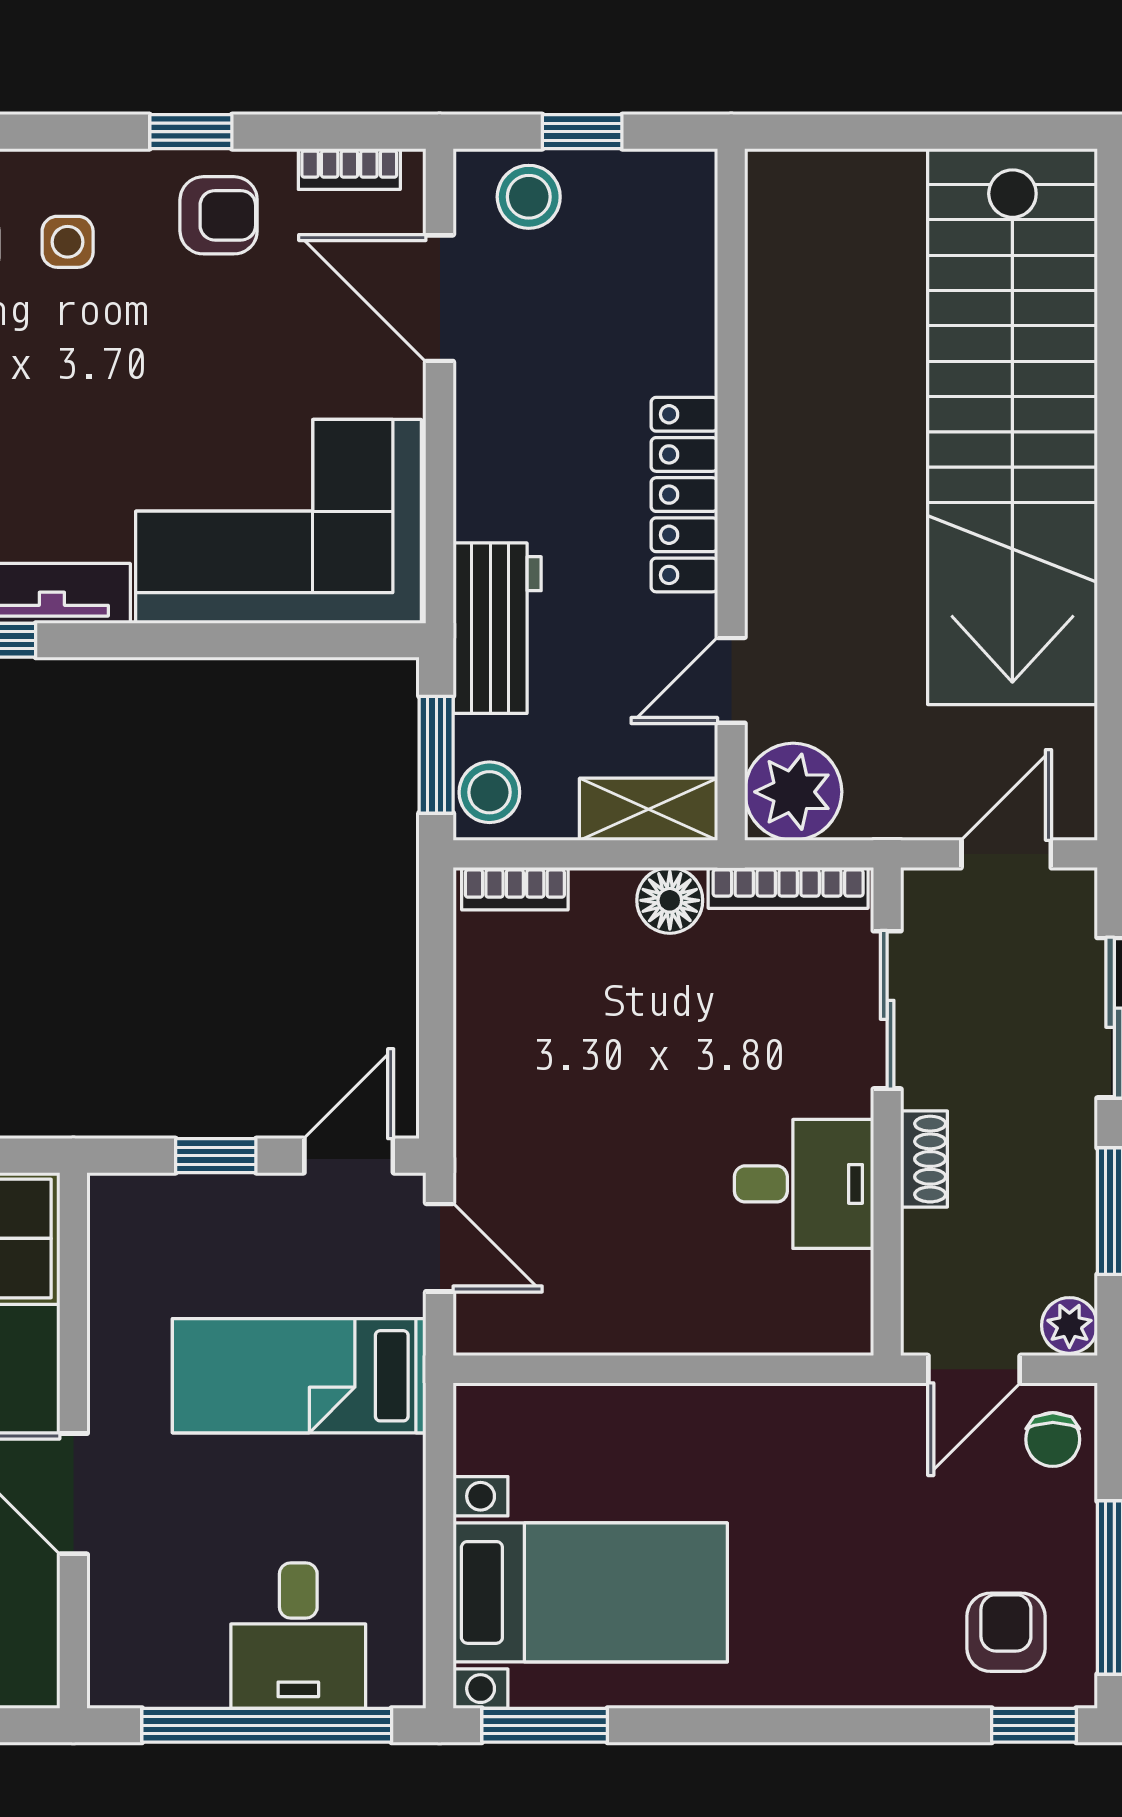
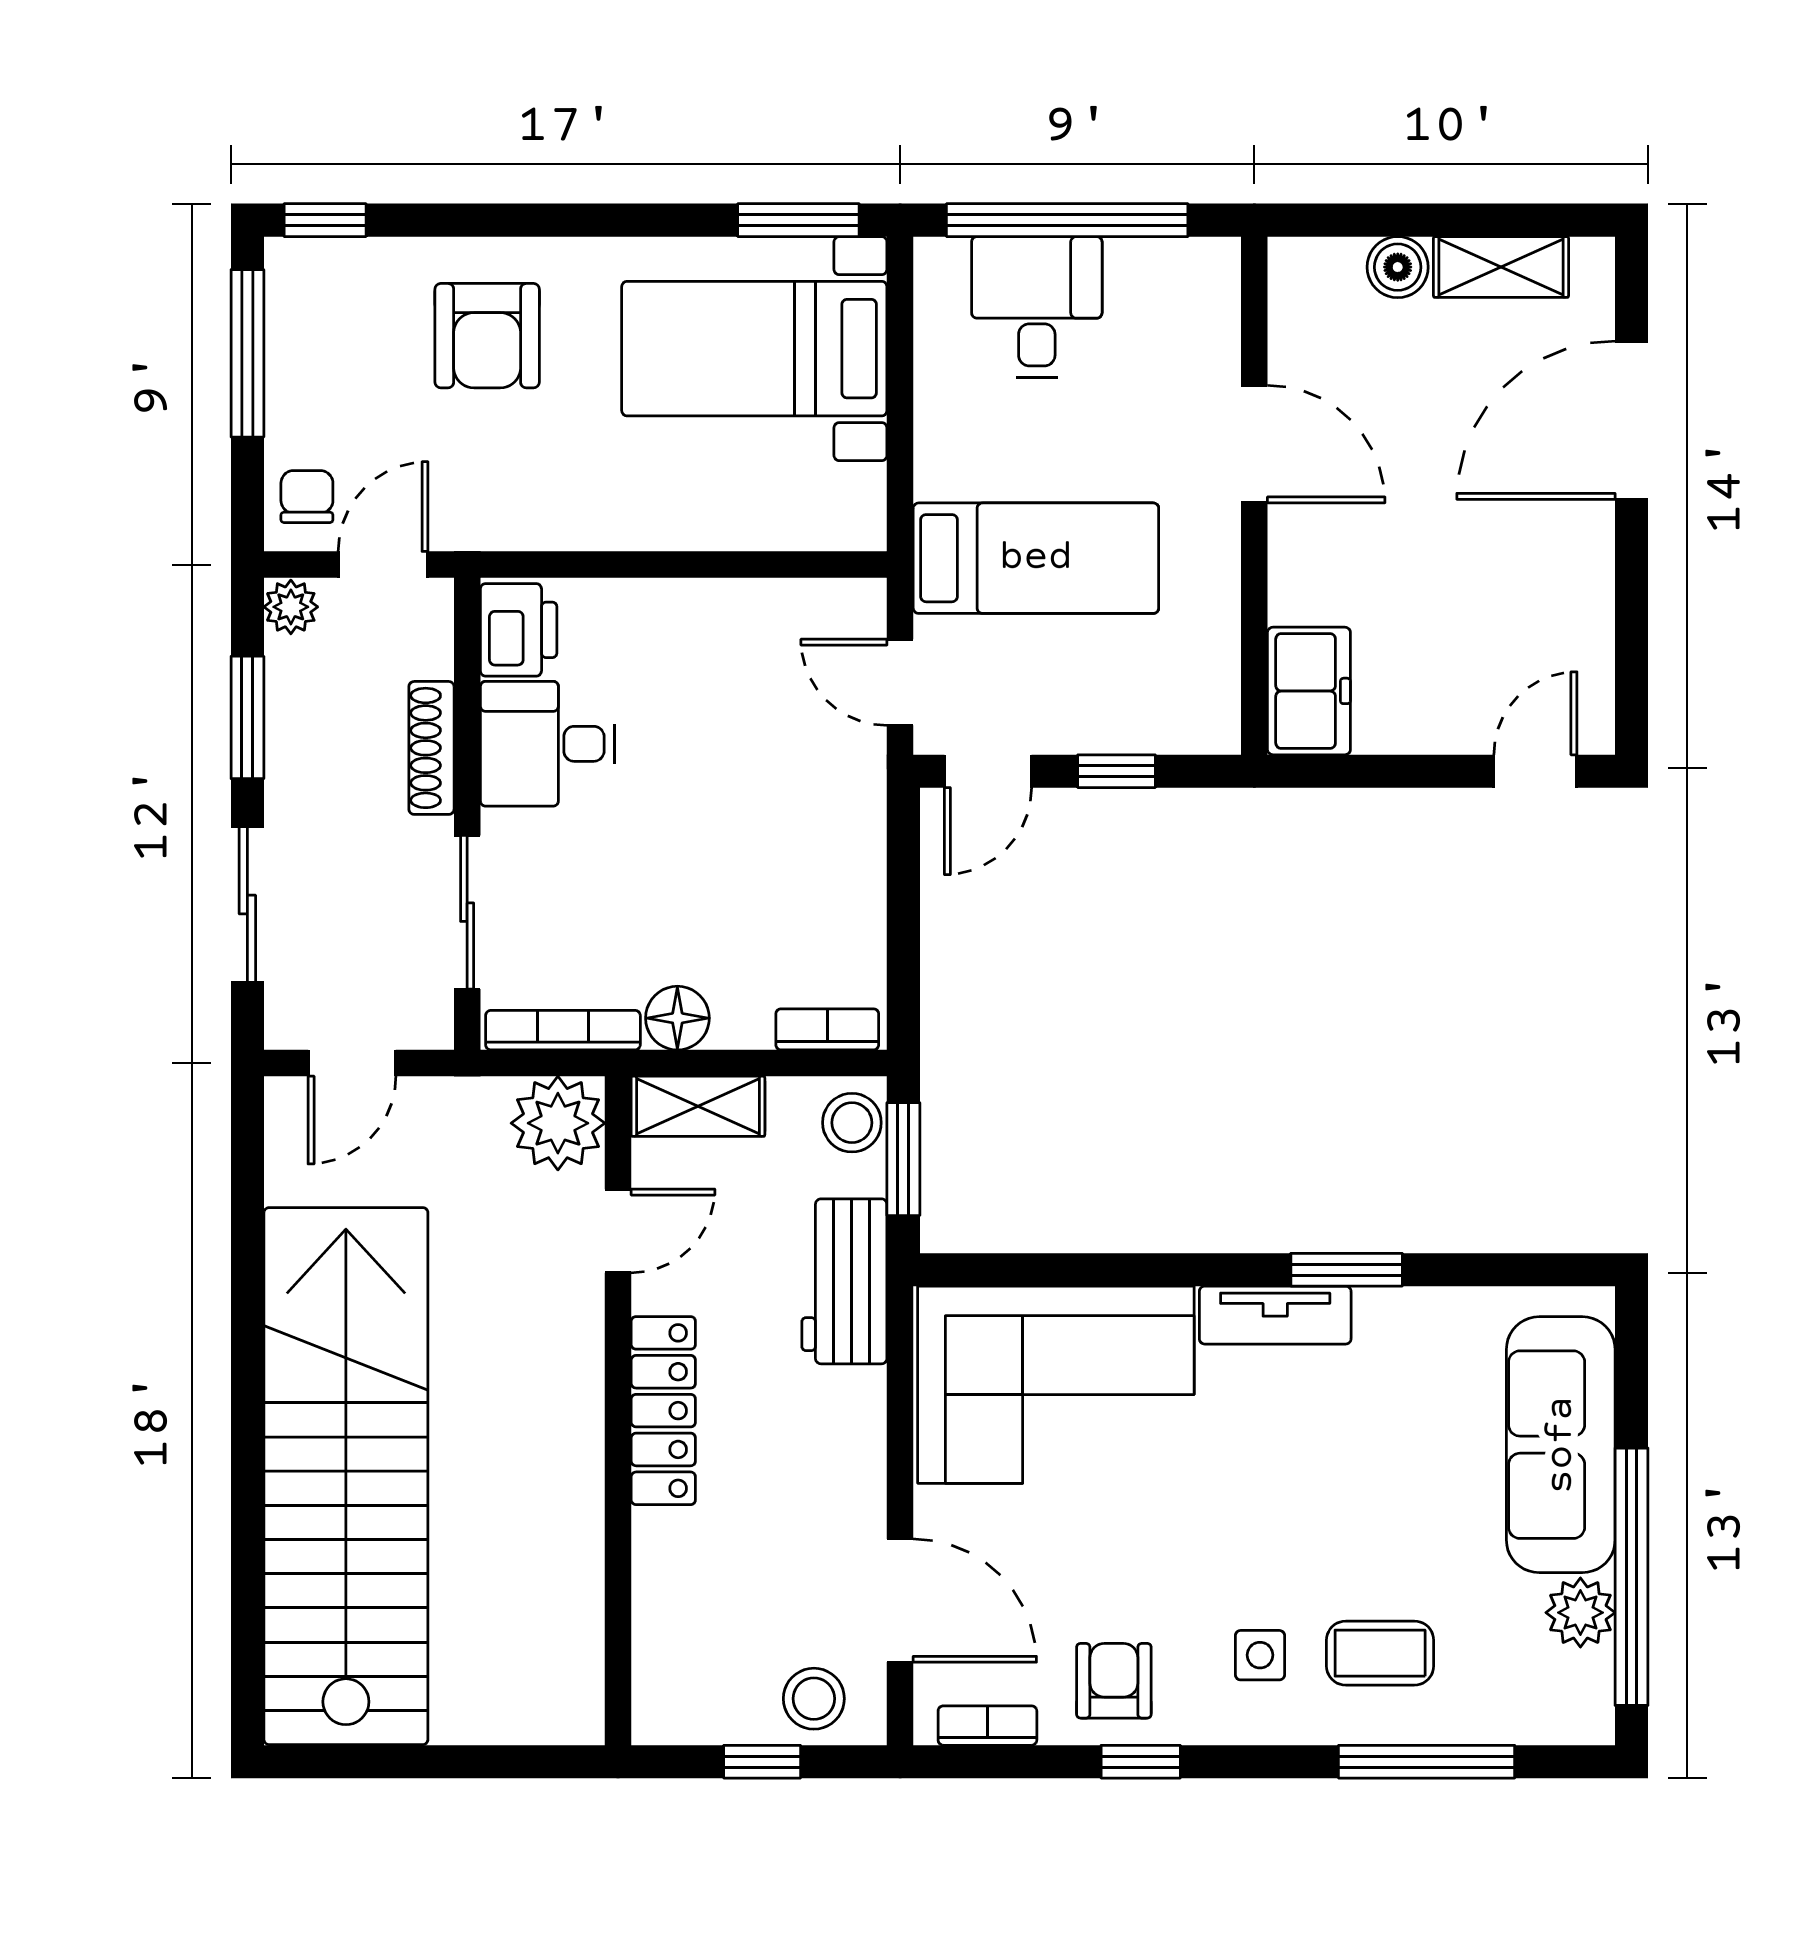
armchair: (219, 215) -> (1114, 1681), turned 90
shoe rack: (924, 1159) -> (431, 748), width x1.43
printer: (834, 1302) -> (519, 630), added
armchair: (1006, 1632) -> (487, 336), moved, width x1.38, depth x1.38

